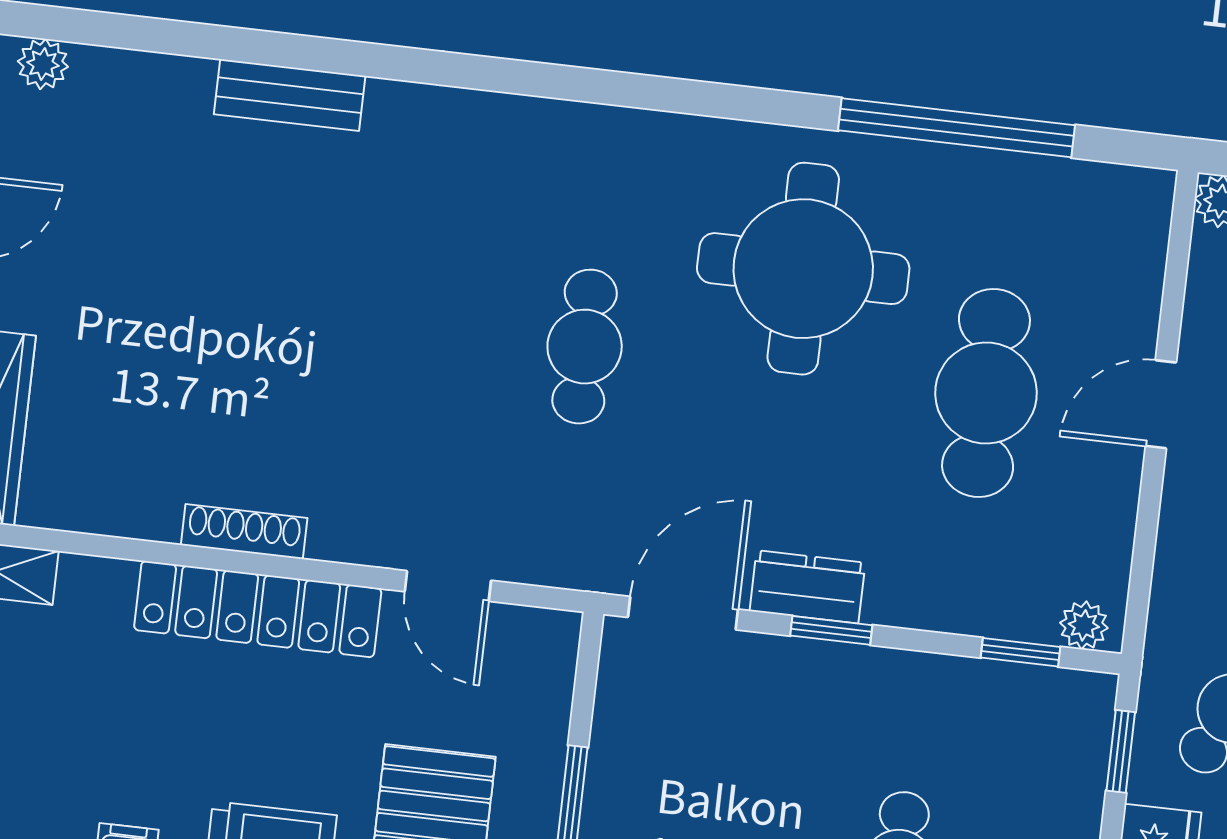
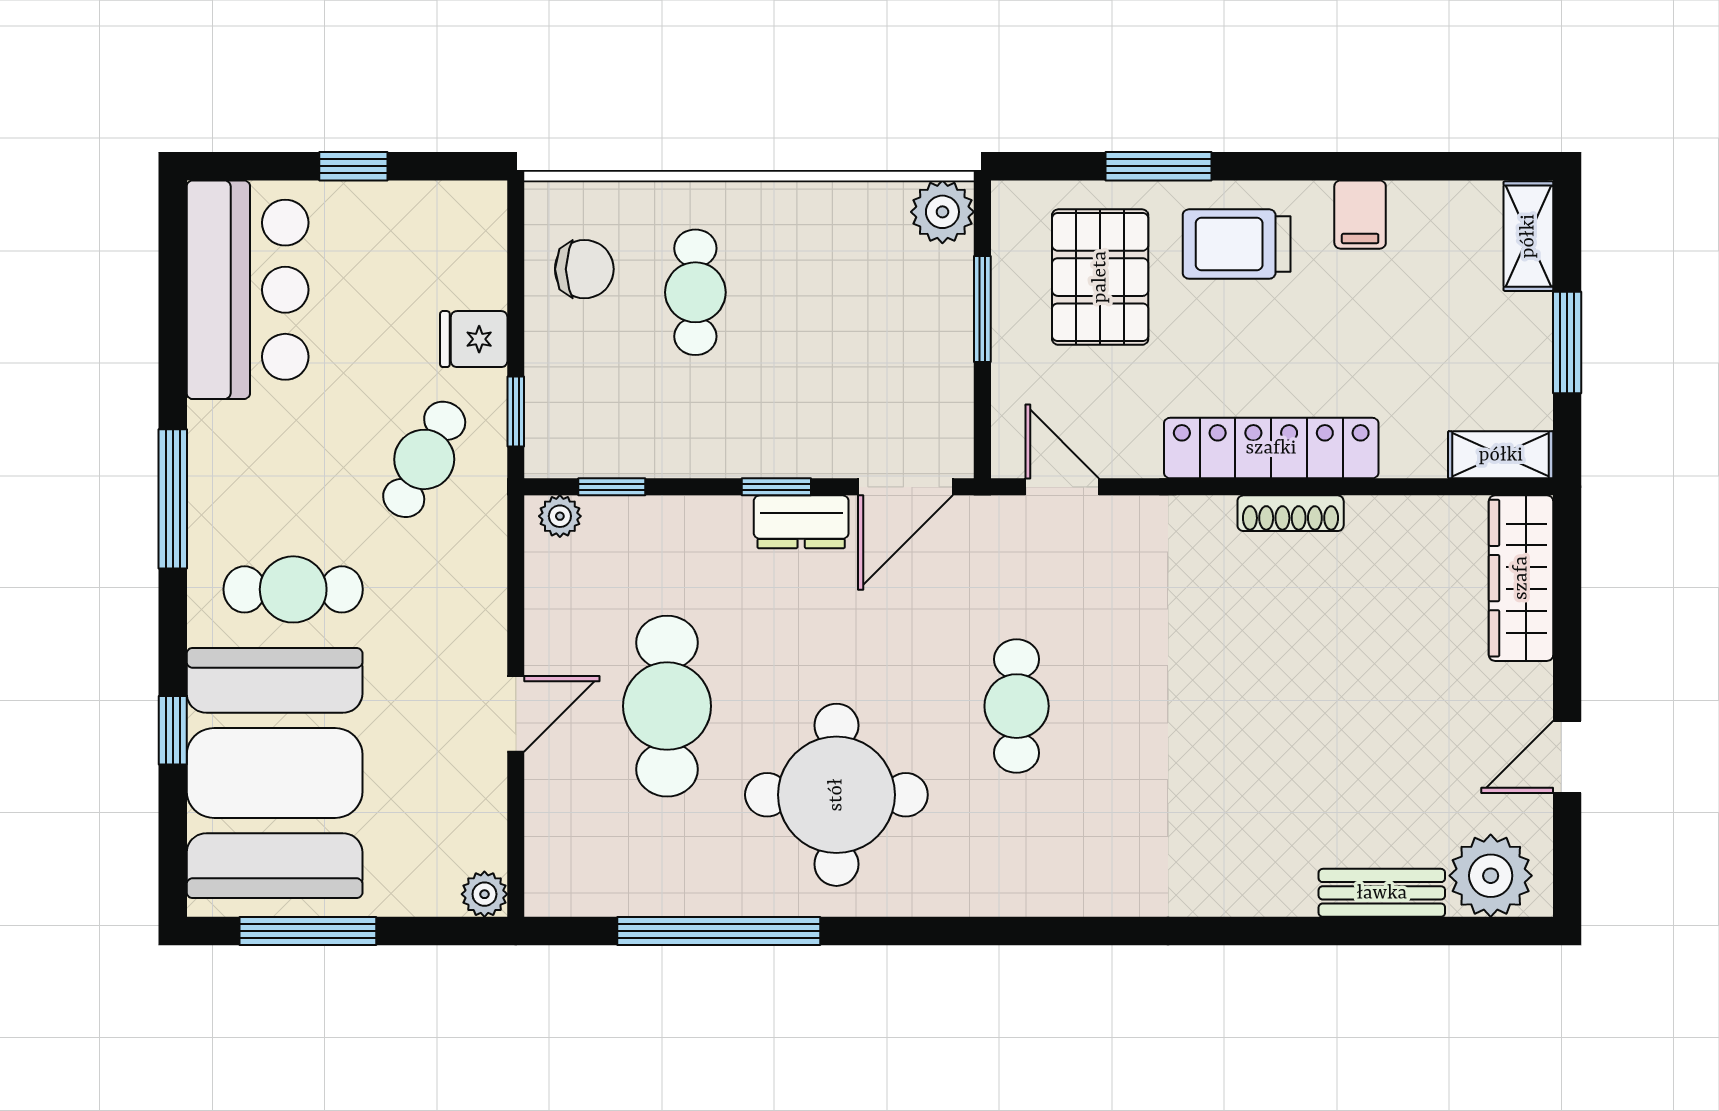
plant: (43, 64) -> (1491, 876), width x1.87, depth x1.87
bench: (290, 95) -> (1382, 893), moved
door: (448, 586) -> (1062, 487), moved

